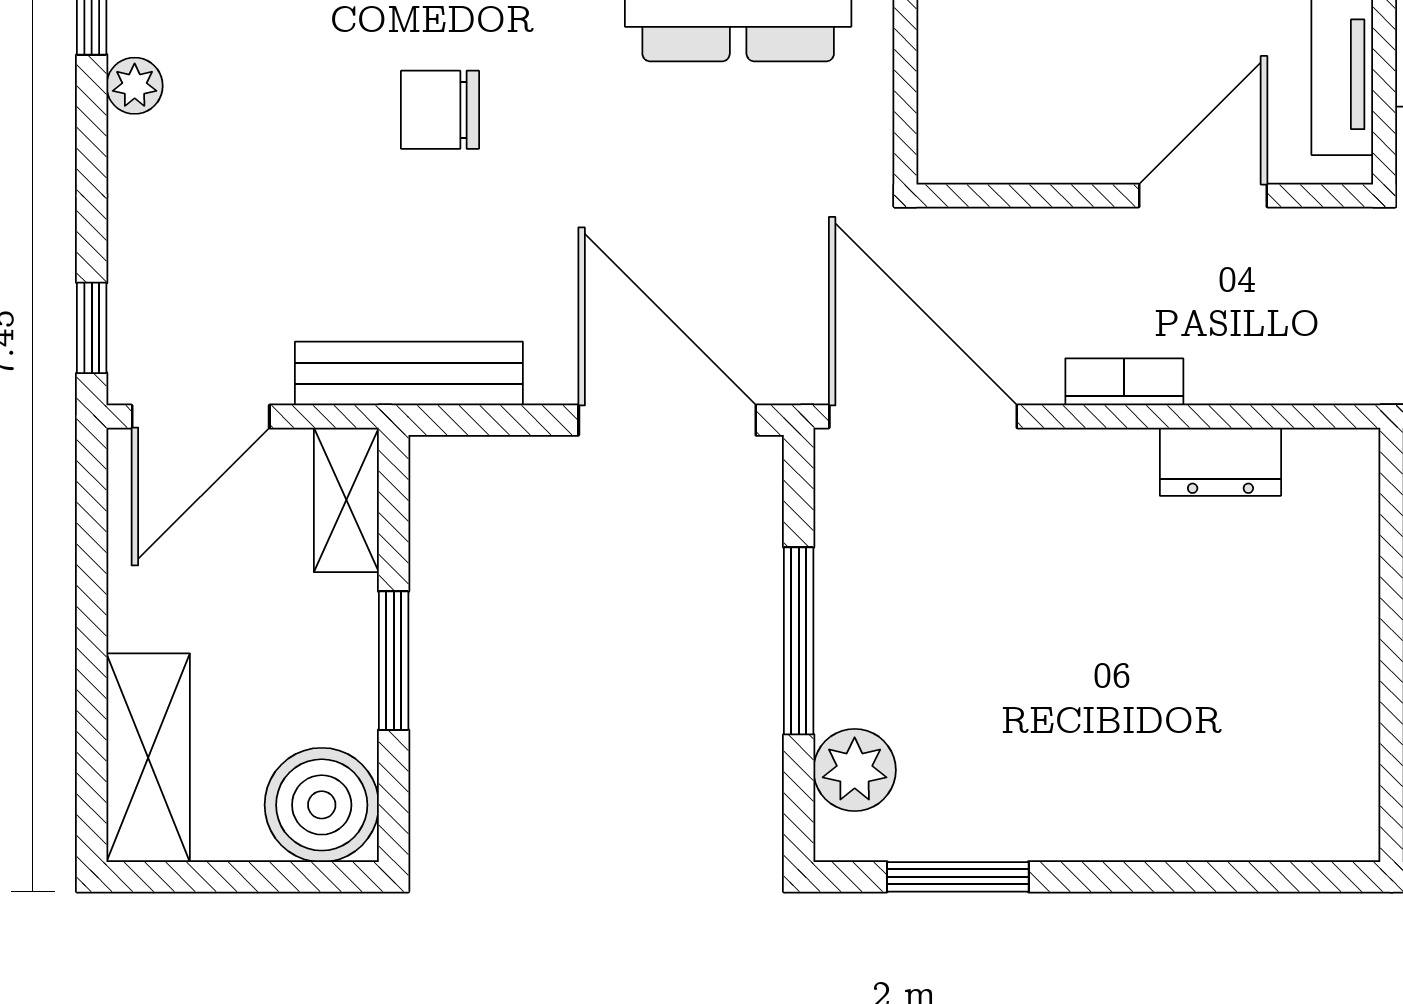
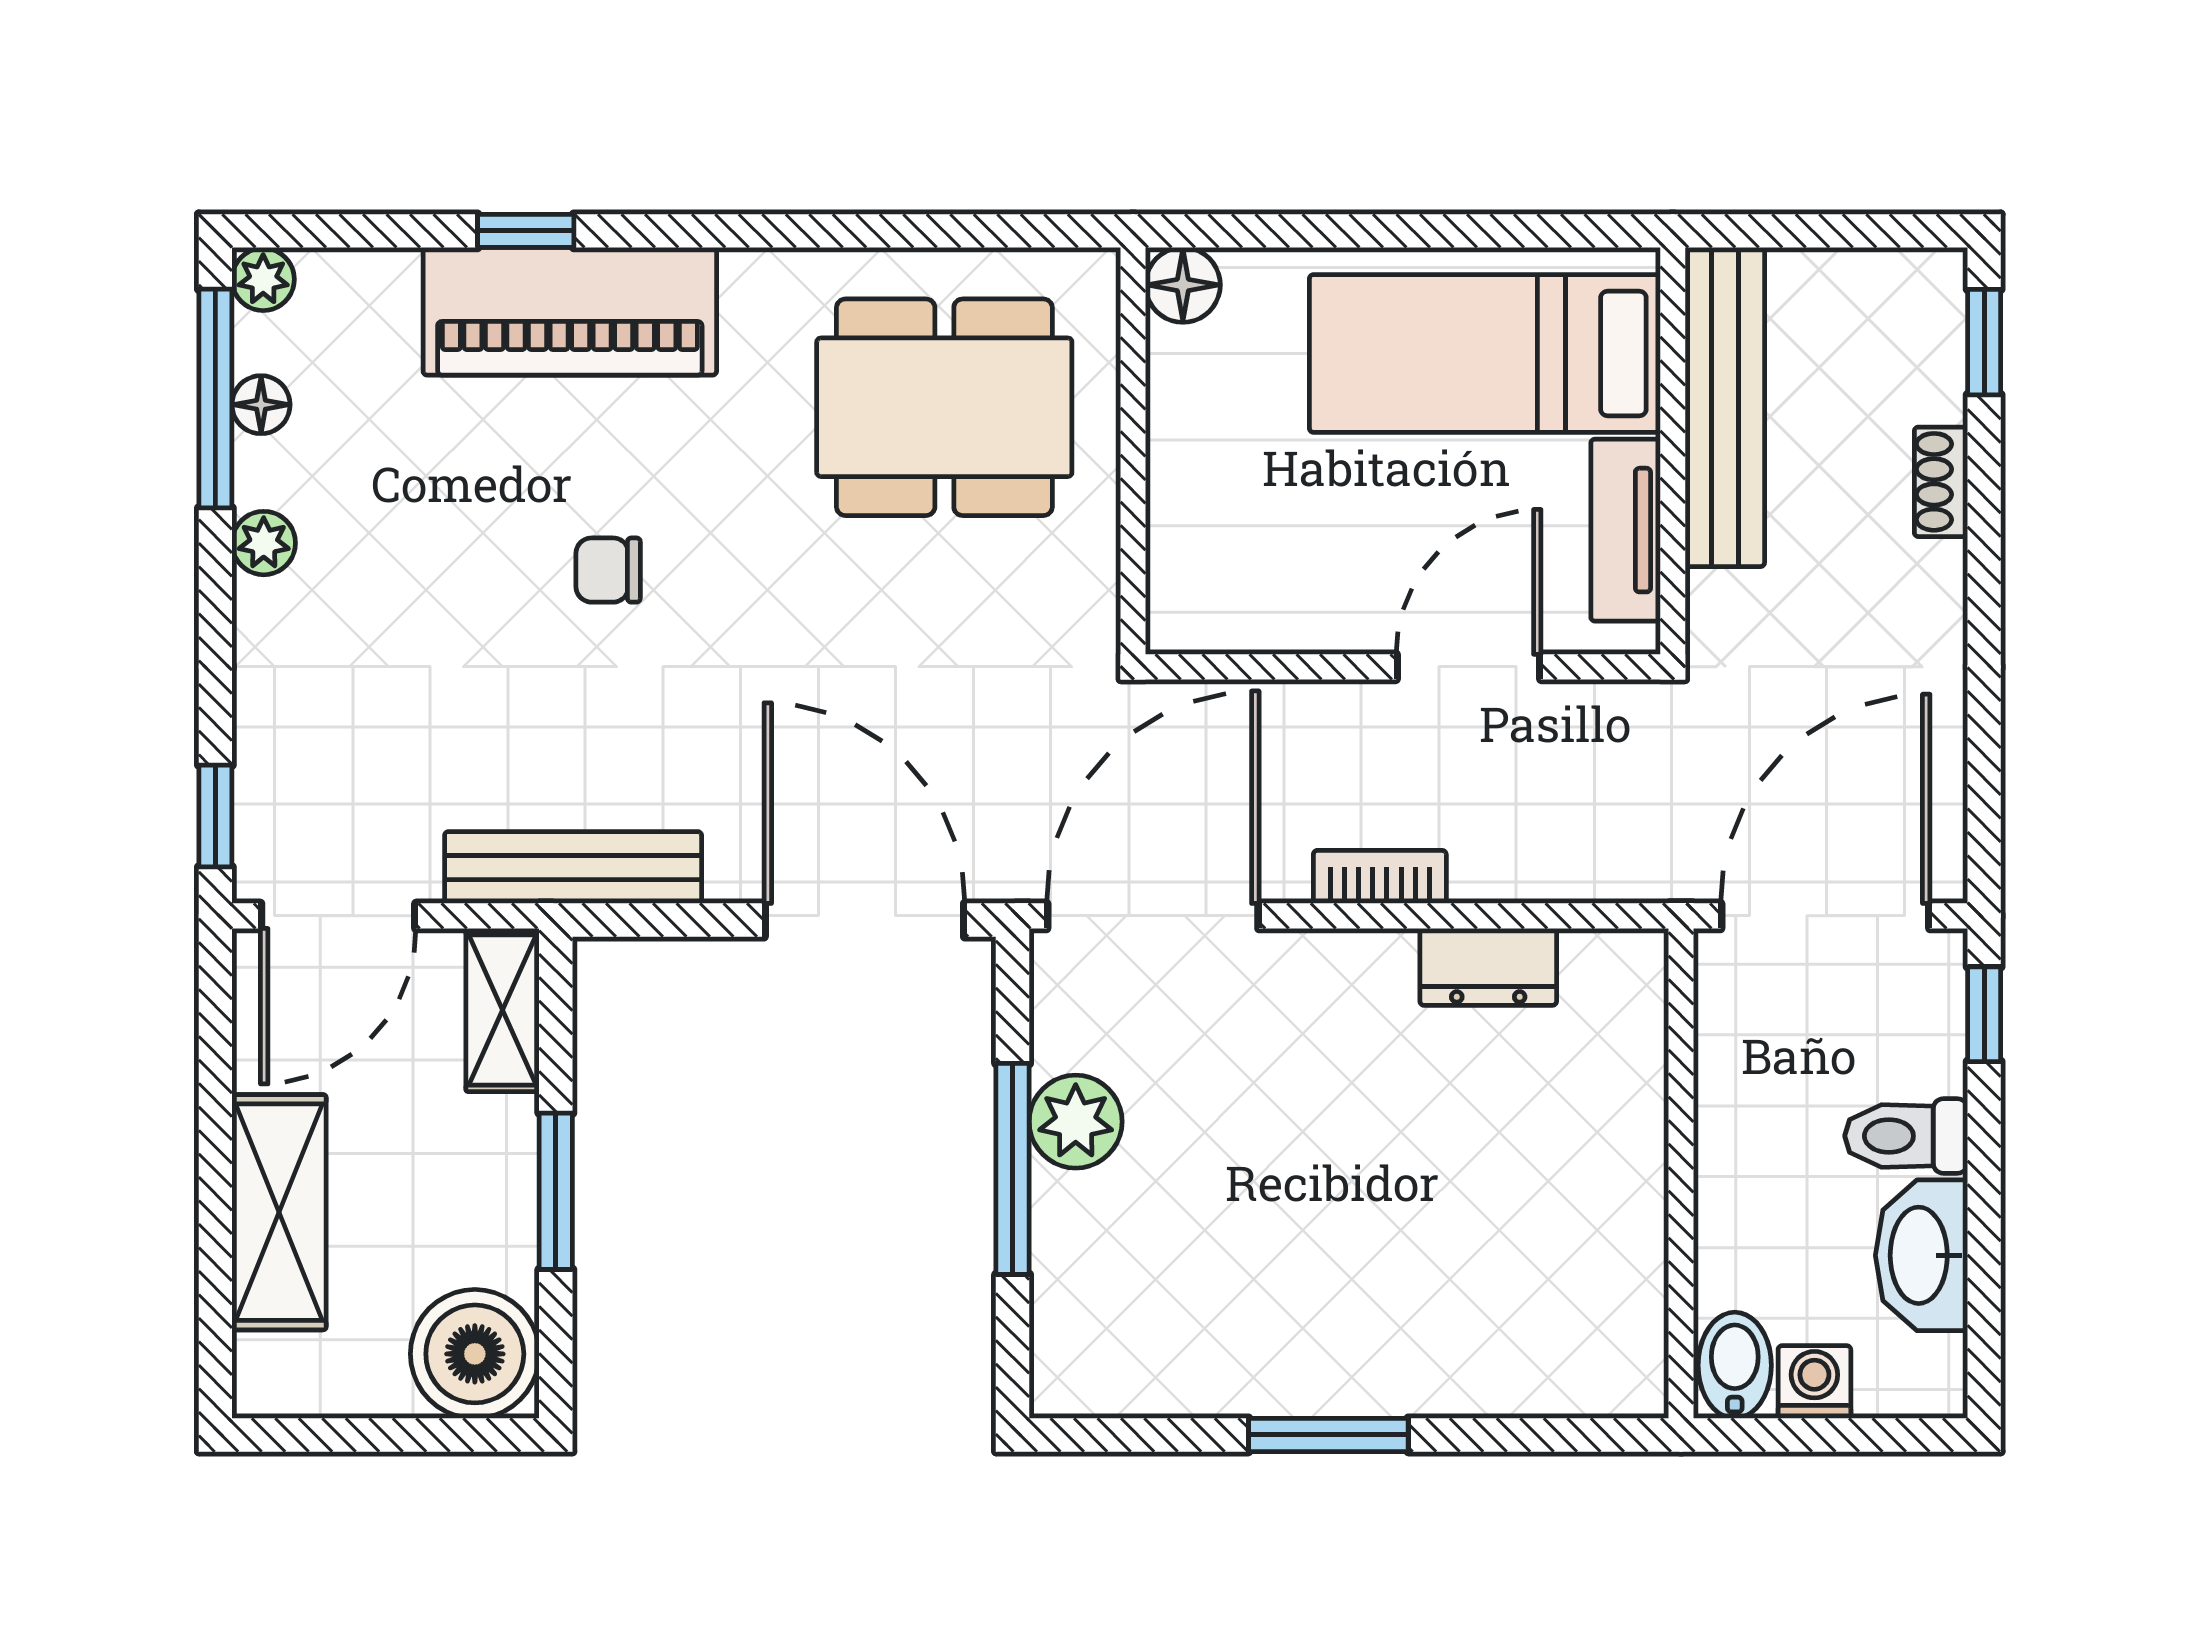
chair: (440, 110) -> (608, 570), width x0.73, depth x0.73
door: (923, 417) -> (1153, 916), hinge flipped
shelving: (148, 758) -> (279, 1212), moved
plant: (855, 770) -> (1076, 1122), moved
window: (958, 877) -> (1328, 1435), moved

